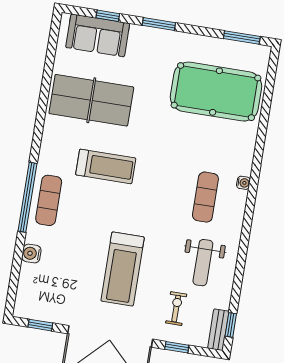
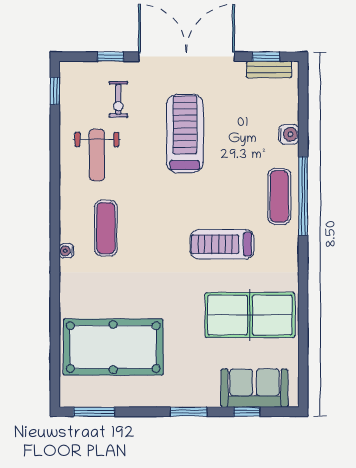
weight bench: (203, 263) -> (97, 155), turned 180
bench: (218, 330) -> (269, 69), moved, turned 90

